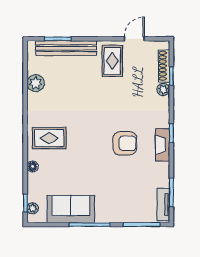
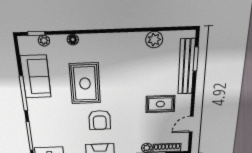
door: (134, 39) -> (191, 124), swing flipped
rug: (112, 61) -> (160, 104), moved
rug: (49, 138) -> (85, 84), moved, width x1.36, depth x1.43
plant: (33, 208) -> (44, 41), moved

